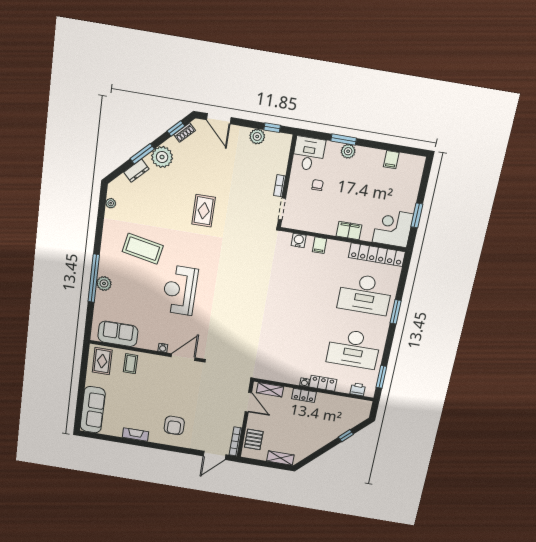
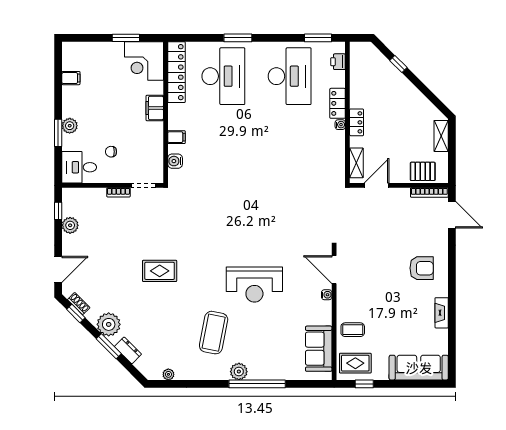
plant: (104, 283) -> (239, 372), moved
window: (84, 365) -> (364, 384), added

